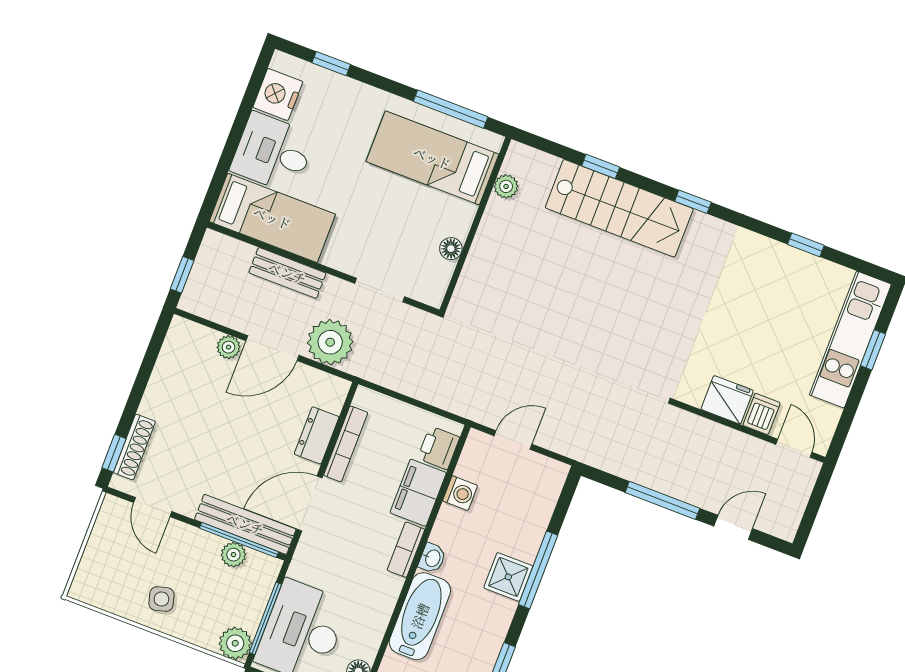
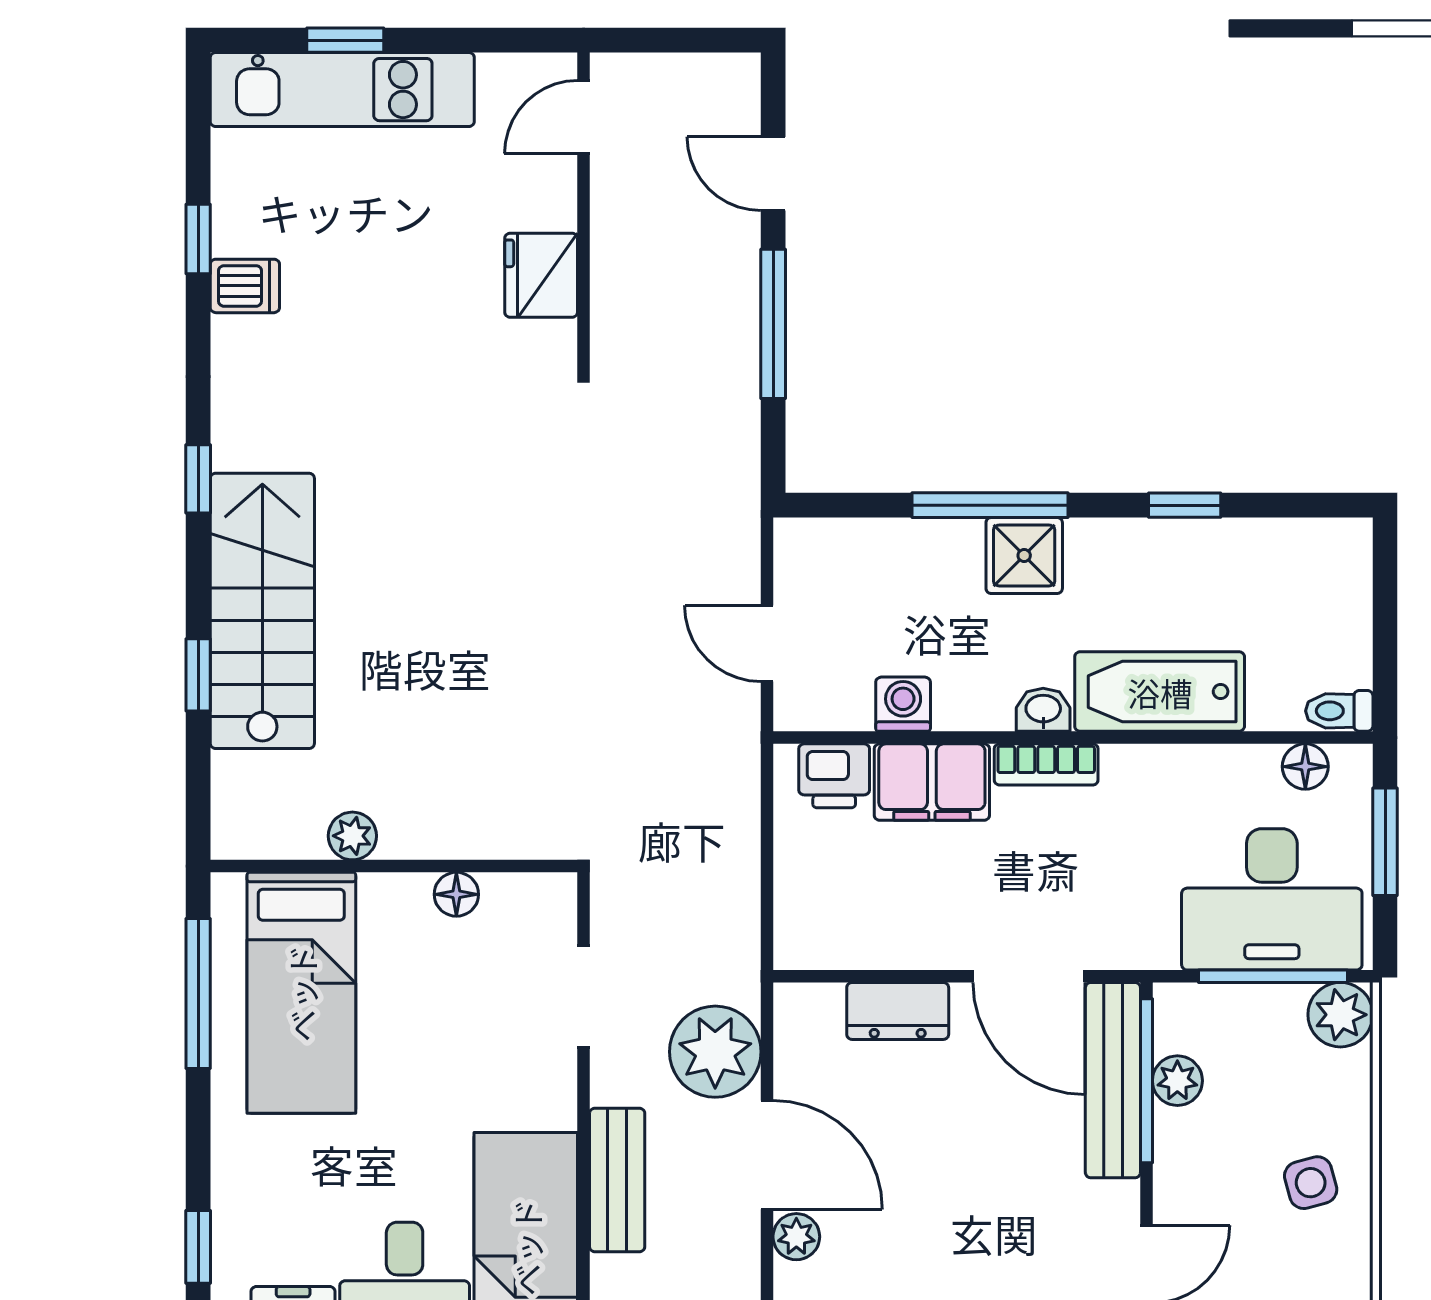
plant: (506, 186) -> (352, 836), moved
dishwasher: (762, 414) -> (245, 286), moved, turned 180
bookcase: (346, 444) -> (893, 951), removed

